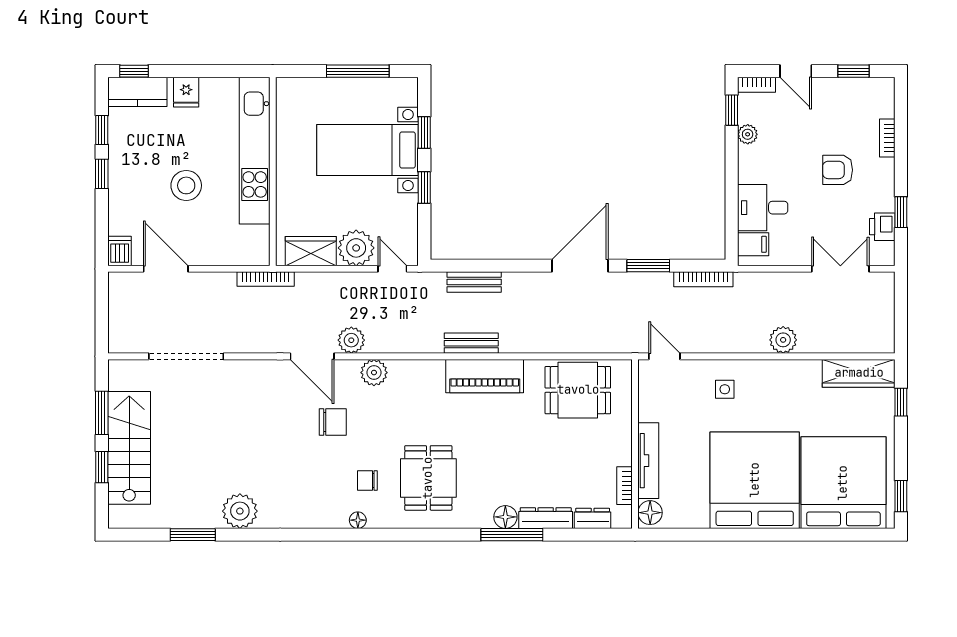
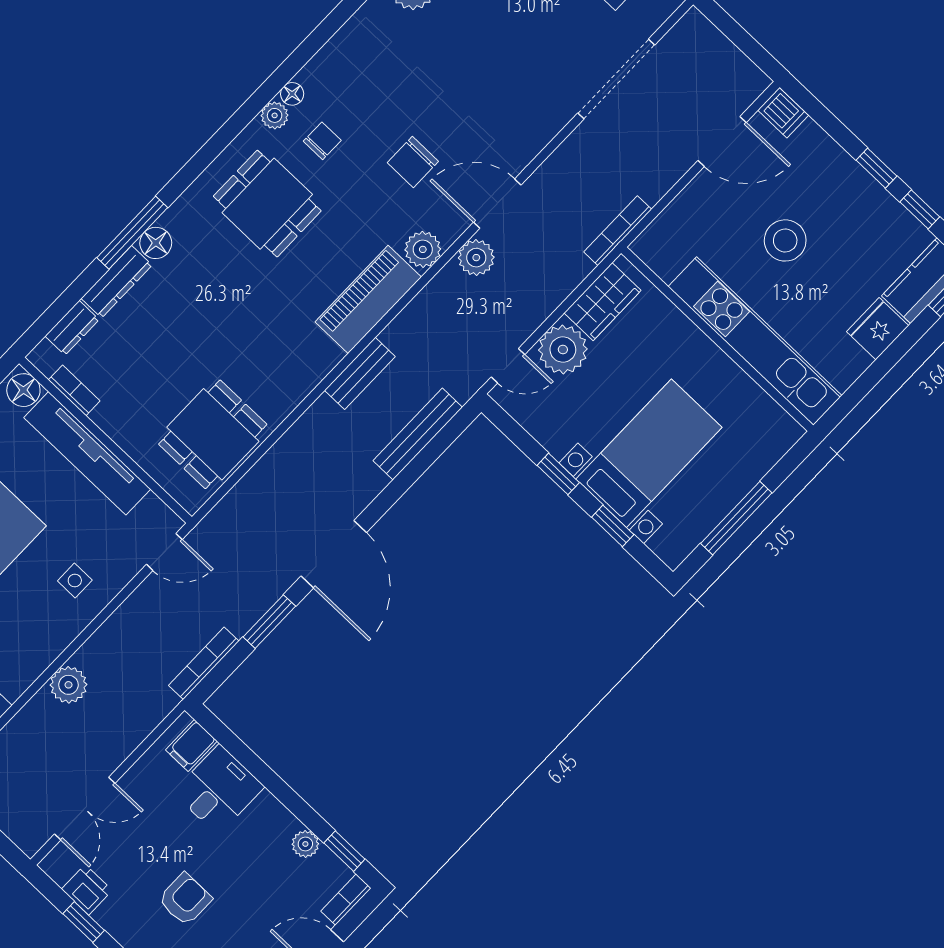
fridge: (186, 92) -> (878, 329), width x1.38
bench: (474, 282) -> (418, 434), width x1.36
piano: (485, 376) -> (368, 299), moved
tv unit: (648, 461) -> (87, 453), width x1.36, depth x1.29
plant: (378, 519) -> (275, 115), added

